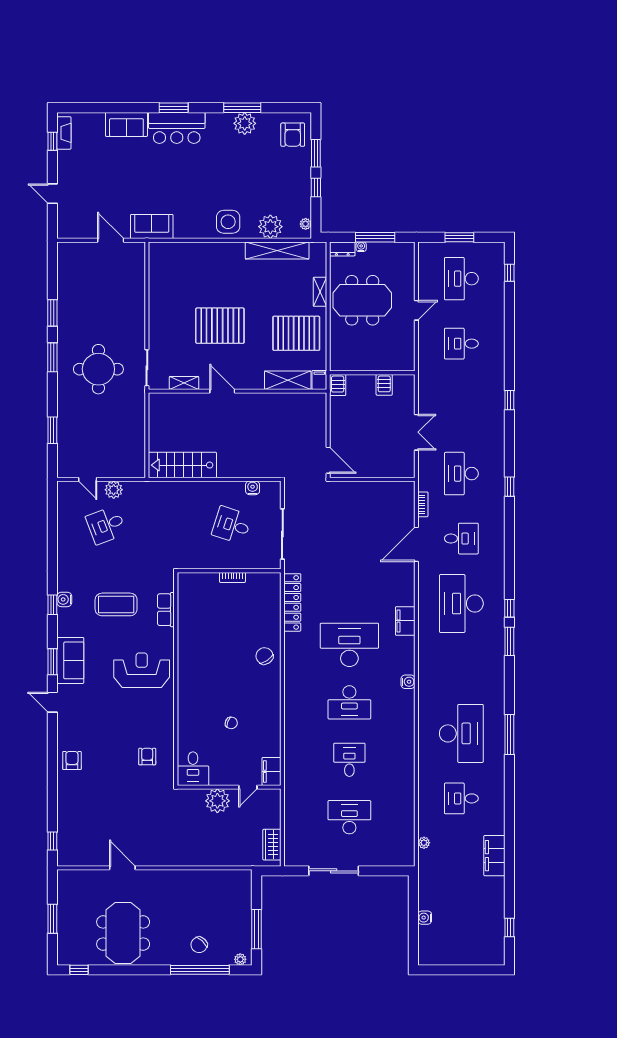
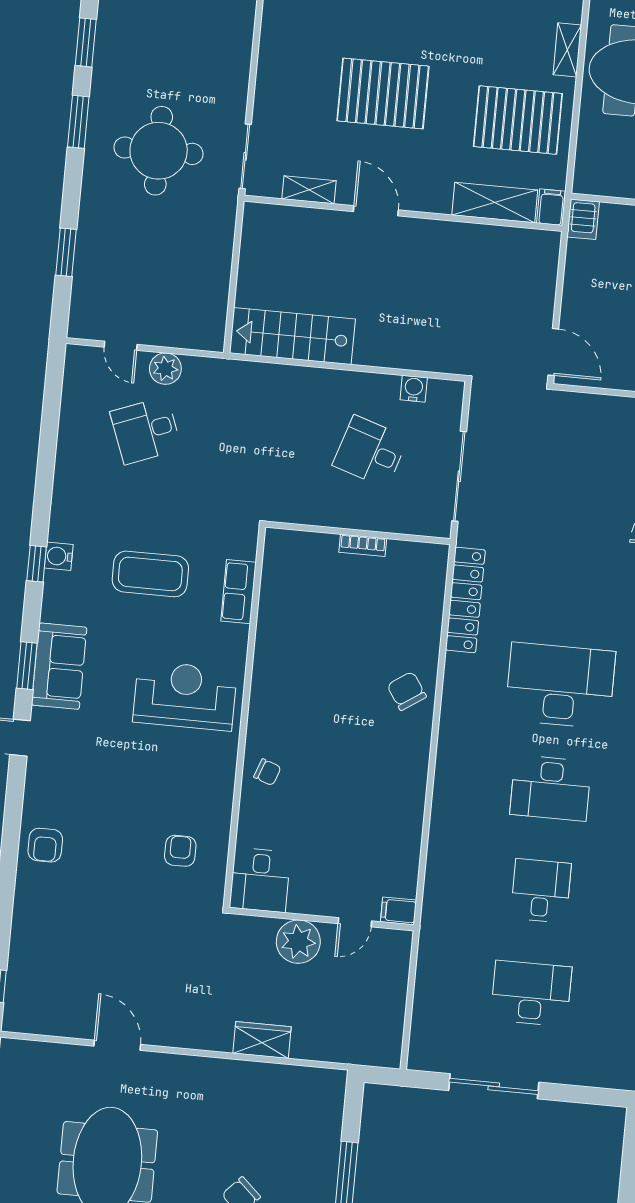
chair: (231, 723) -> (267, 772), moved
armchair: (72, 760) -> (45, 845), turned 180
filing cabinet: (271, 771) -> (398, 911), width x0.50
wardrobe: (272, 845) -> (262, 1040), moved, turned 90

